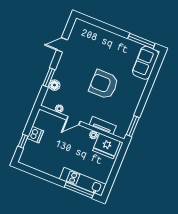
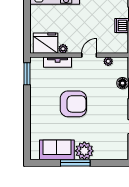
plant: (110, 41) -> (84, 151), added
window: (141, 41) -> (75, 163), moved
sofa: (145, 63) -> (57, 150), moved, turned -90

